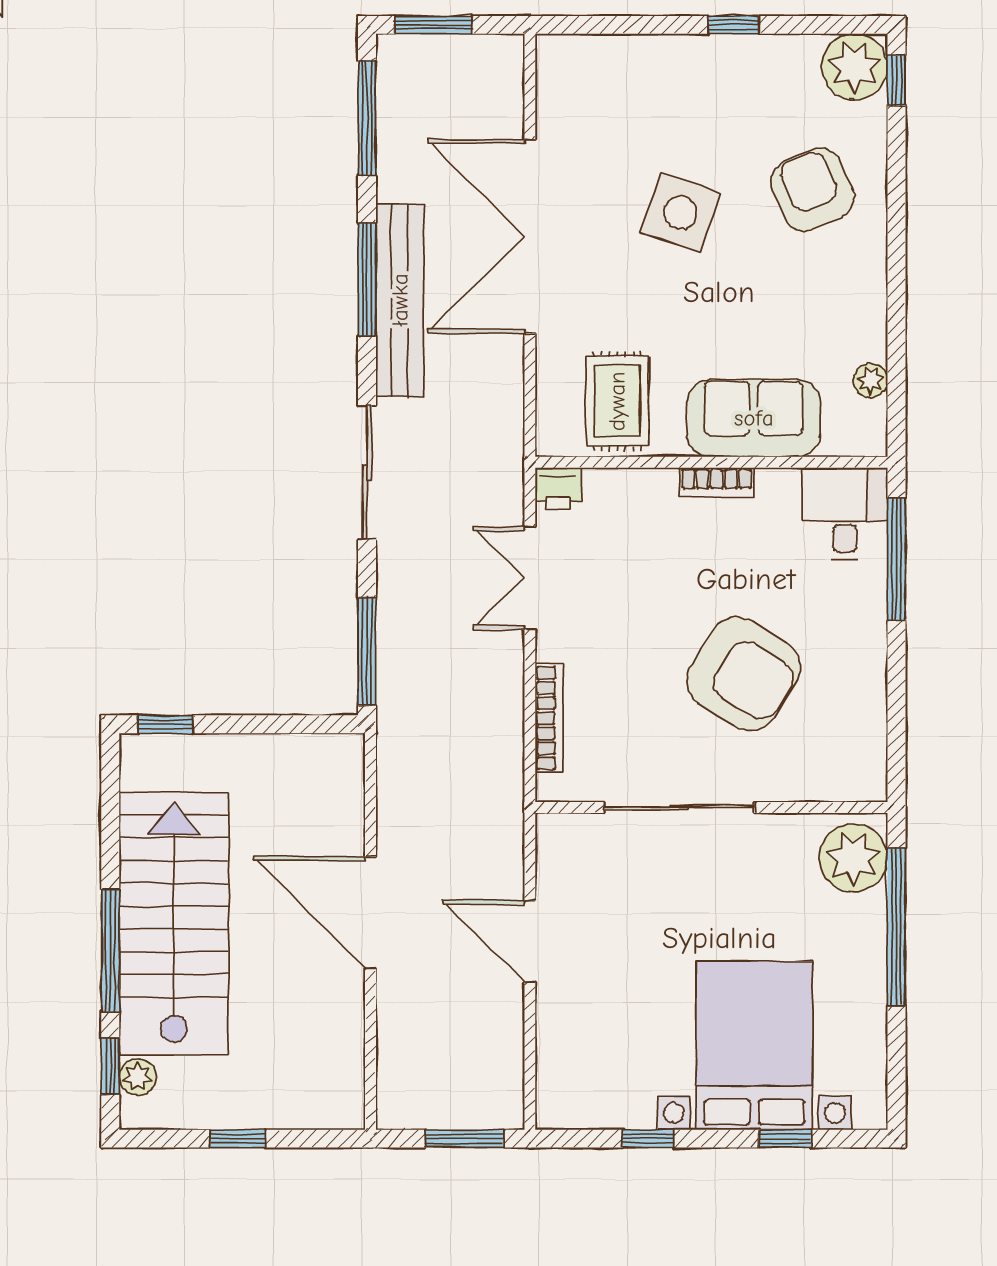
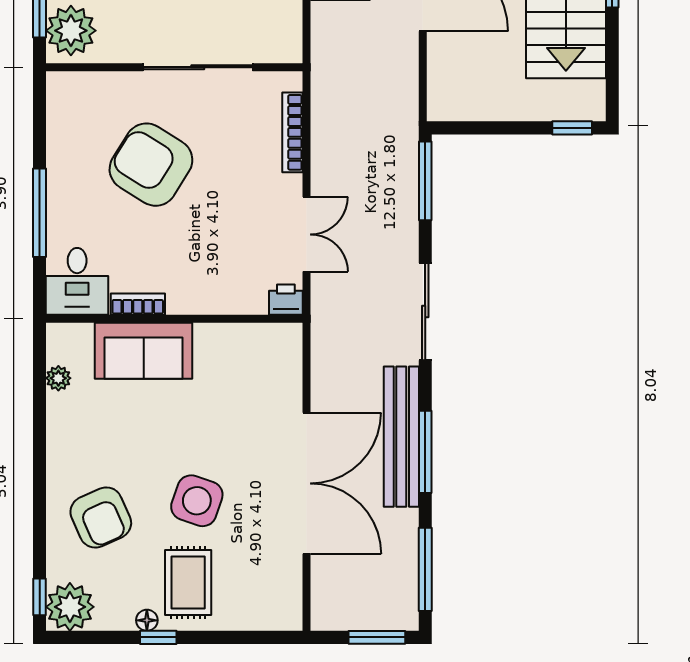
floor lamp: (749, 48) -> (147, 620), added
rug: (617, 401) -> (188, 582), moved
bookcase: (717, 482) -> (138, 304), moved
window: (896, 559) -> (40, 213), moved

